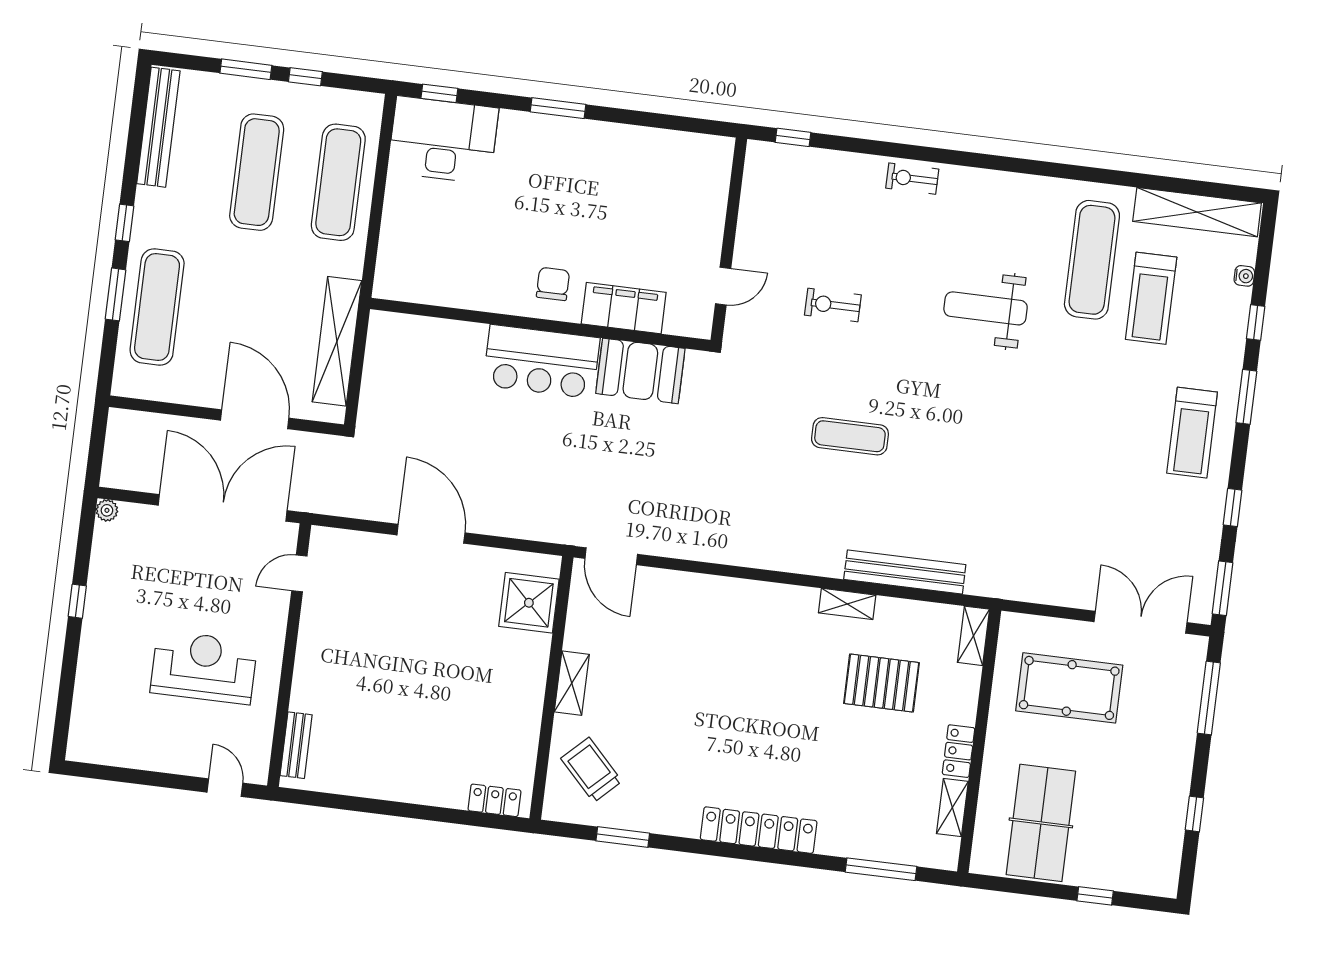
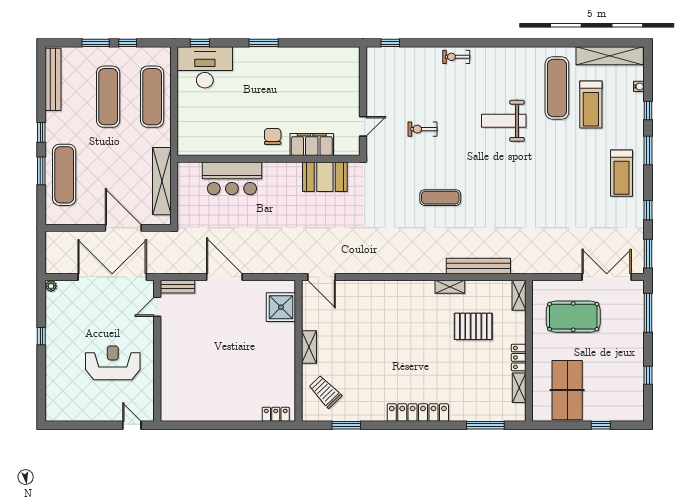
bar counter: (541, 362) -> (232, 178), moved
bench: (296, 745) -> (177, 287), moved, turned 90

